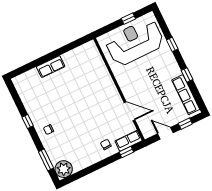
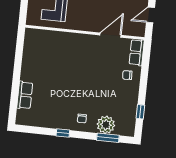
row of seats: (51, 67) -> (25, 95), moved
window: (126, 152) -> (140, 112), moved
plant: (64, 169) -> (106, 125), moved

